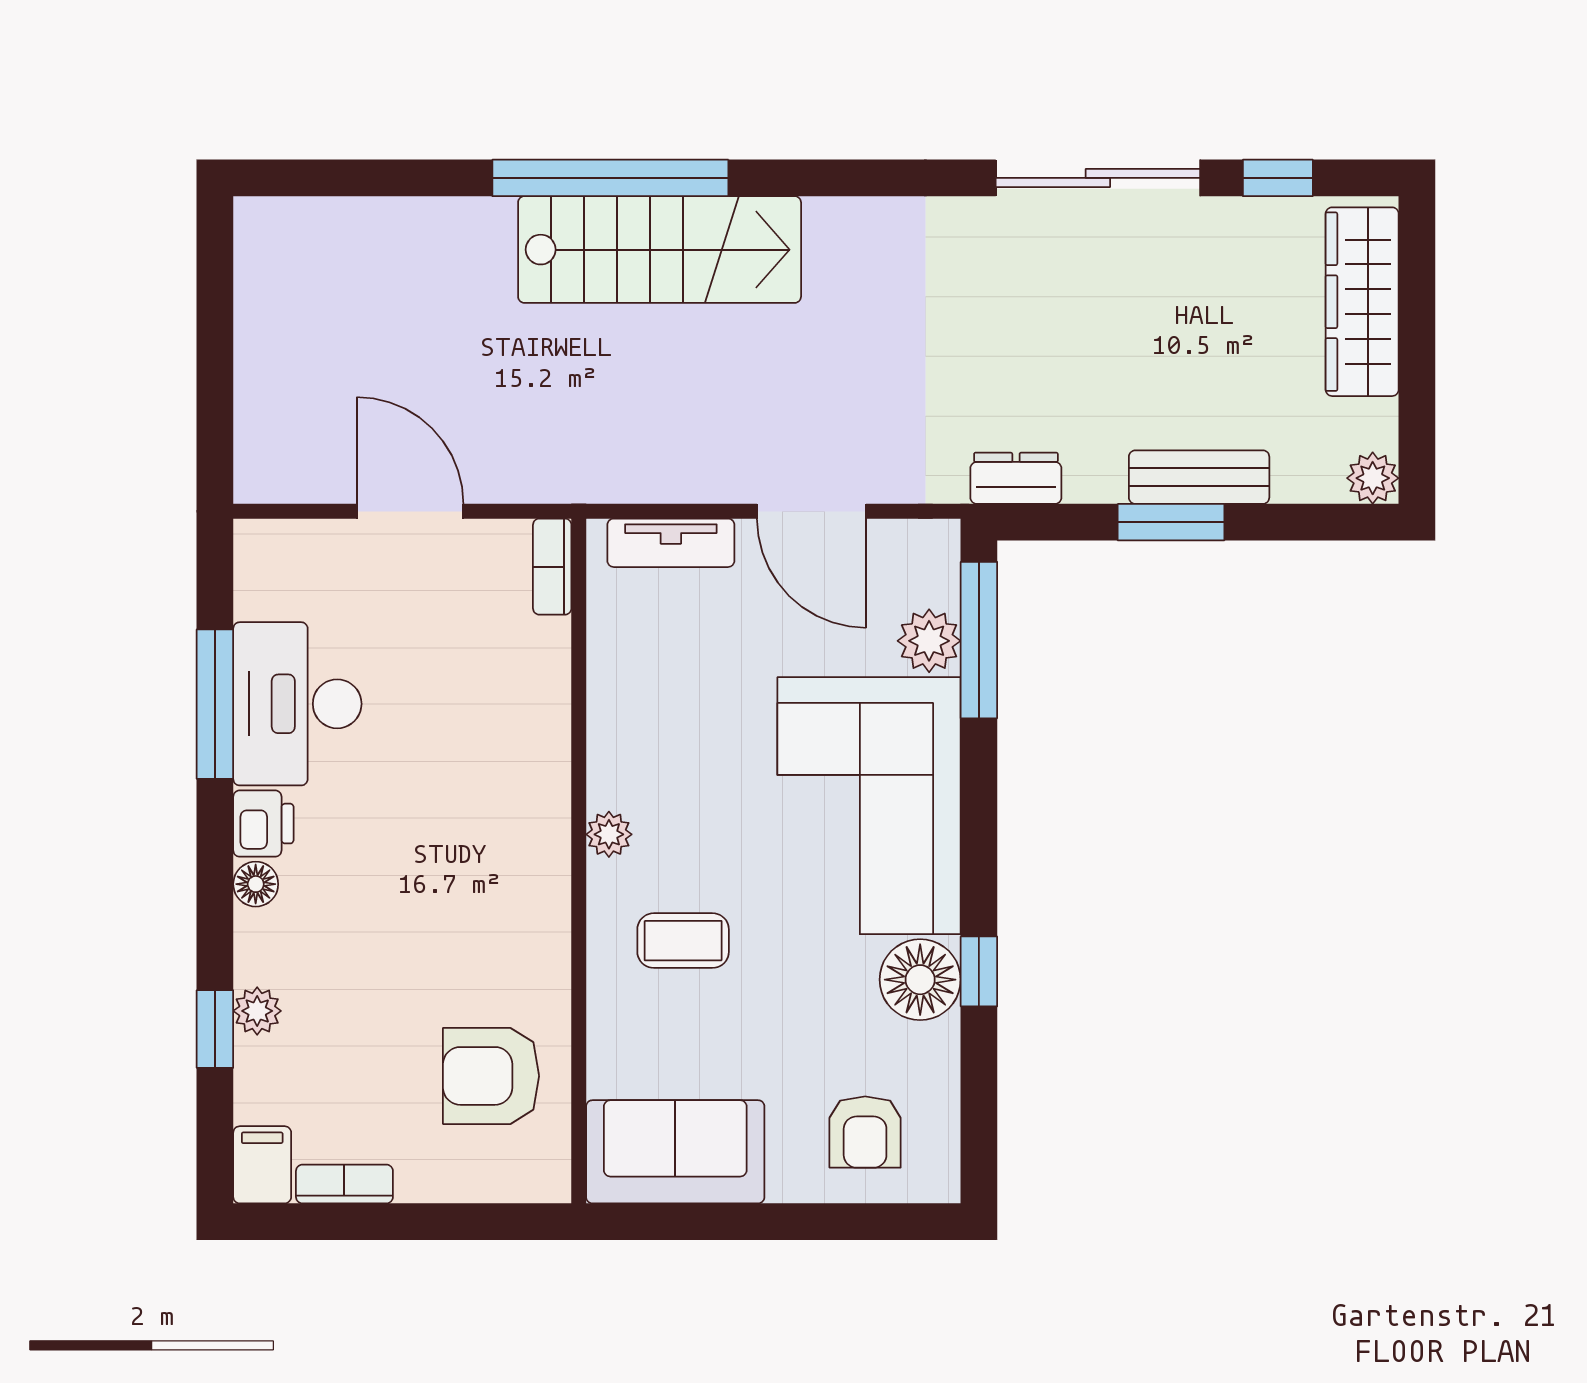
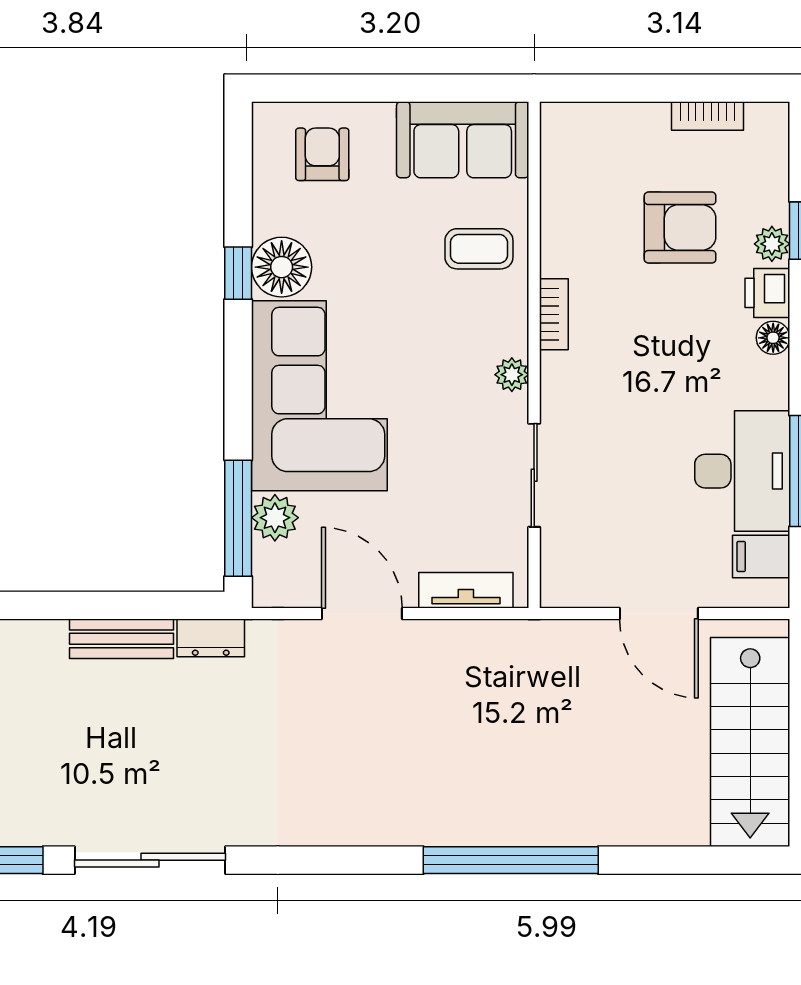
stairs: (660, 250) -> (750, 742), moved, turned -90
bench: (1199, 477) -> (122, 639), moved
window: (1171, 522) -> (96, 605), removed
bookcase: (552, 567) -> (554, 314), moved
sliding door: (579, 698) -> (534, 475), added
printer: (263, 824) -> (767, 293), moved
coffee table: (683, 941) -> (479, 249), moved
armchair: (491, 1076) -> (680, 228), moved
filing cabinet: (262, 1165) -> (761, 556), moved, turned 90

